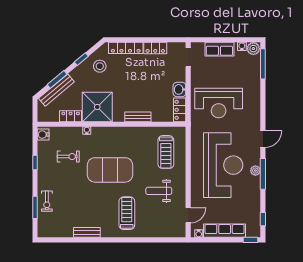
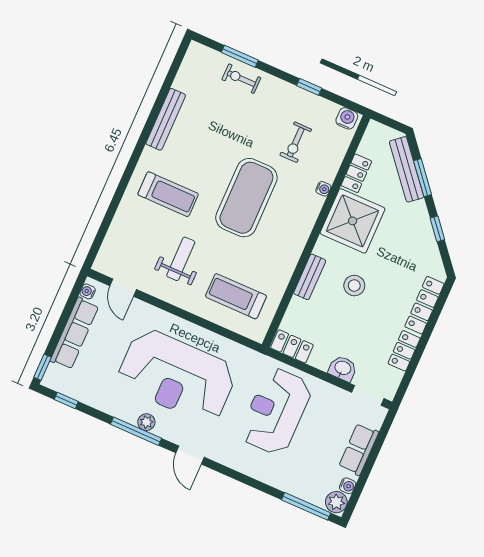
stool: (100, 66) -> (354, 285), moved
washbasin: (179, 89) -> (343, 368), moved
bench: (87, 232) -> (166, 119), width x1.36

